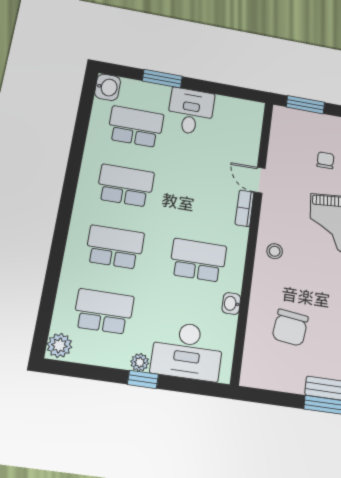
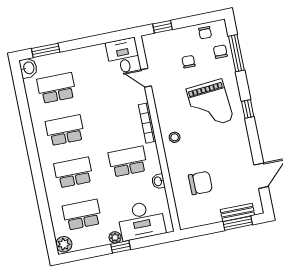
window: (162, 79) -> (46, 50), moved
window: (305, 105) -> (162, 27), width x0.67
desk: (191, 111) -> (123, 56), moved
door: (260, 180) -> (146, 78), moved
bookcase: (245, 208) -> (147, 123), width x1.56
chair: (290, 328) -> (200, 183), turned -97

